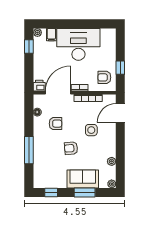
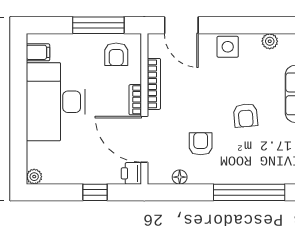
filing cabinet: (51, 35) -> (38, 52), moved
window: (29, 47) -> (95, 192), moved
window: (120, 68) -> (98, 25), width x2.17
side table: (91, 130) -> (228, 47), moved
window: (29, 150) -> (249, 192), width x1.46

